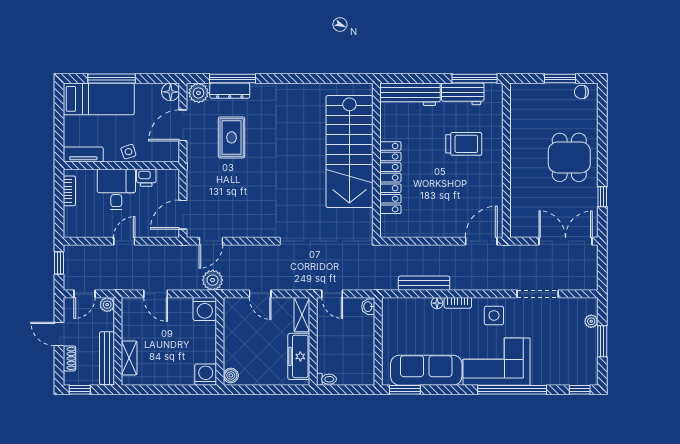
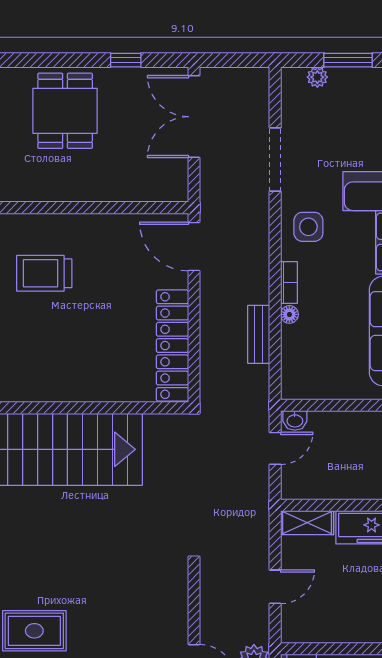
trolley: (464, 144) -> (44, 273), turned -90
dining table: (569, 157) -> (65, 111), turned 90
locker: (390, 178) -> (172, 346), moved, turned -90
bench: (424, 283) -> (259, 334), width x0.73
door: (332, 294) -> (275, 448), moved

